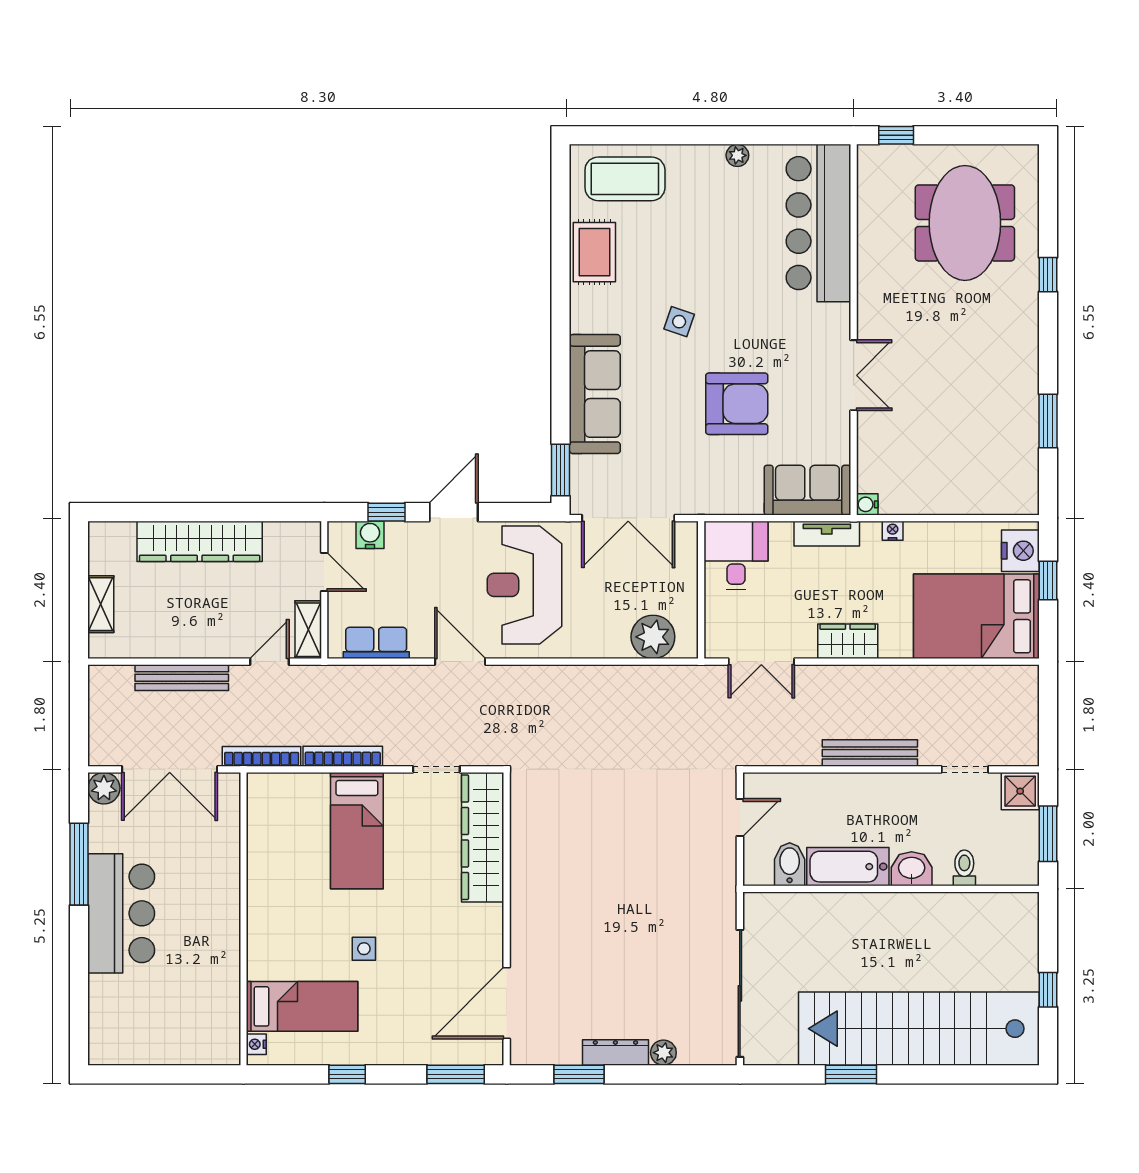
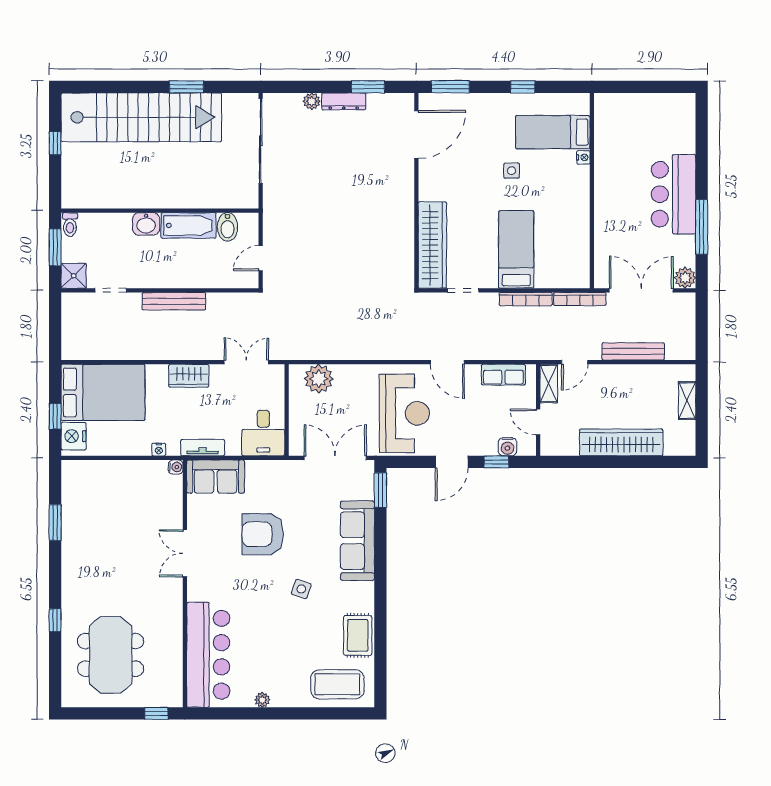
toilet: (964, 868) -> (70, 224), moved
nightstand: (256, 1044) -> (583, 157), moved

